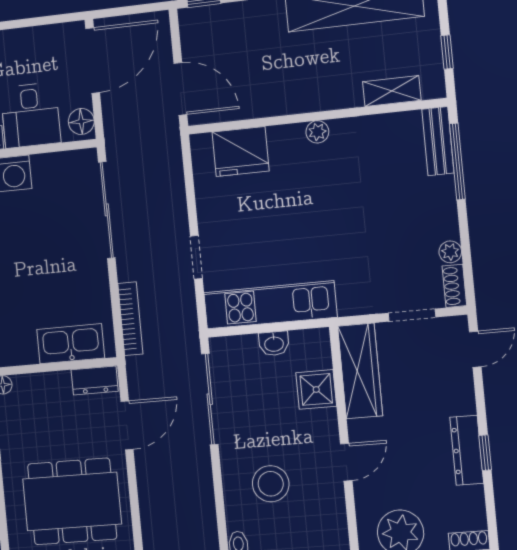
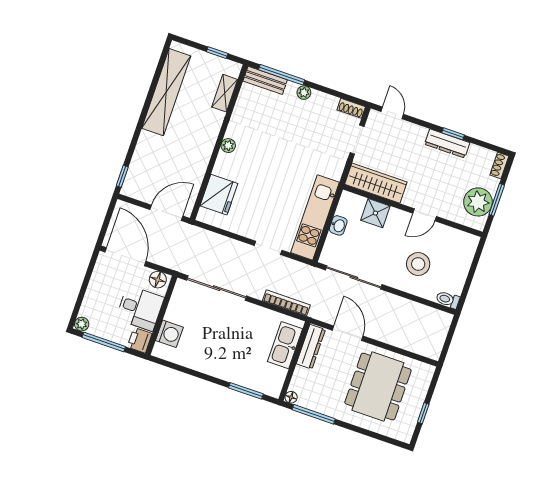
plant: (450, 252) -> (304, 93), moved
dresser: (95, 381) -> (311, 347), width x1.44
door: (346, 462) -> (425, 215), swing flipped

